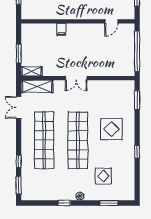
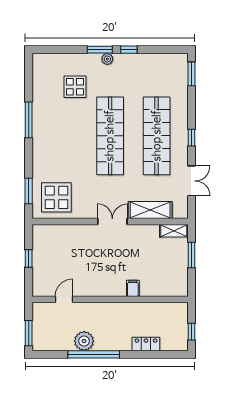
window: (137, 51) -> (29, 258), width x0.32
shelving: (37, 86) -> (150, 210), moved
display table: (111, 129) -> (56, 197), moved
window: (137, 152) -> (29, 120), width x2.17
window: (19, 161) -> (192, 138), moved
window: (109, 203) -> (100, 50), moved

